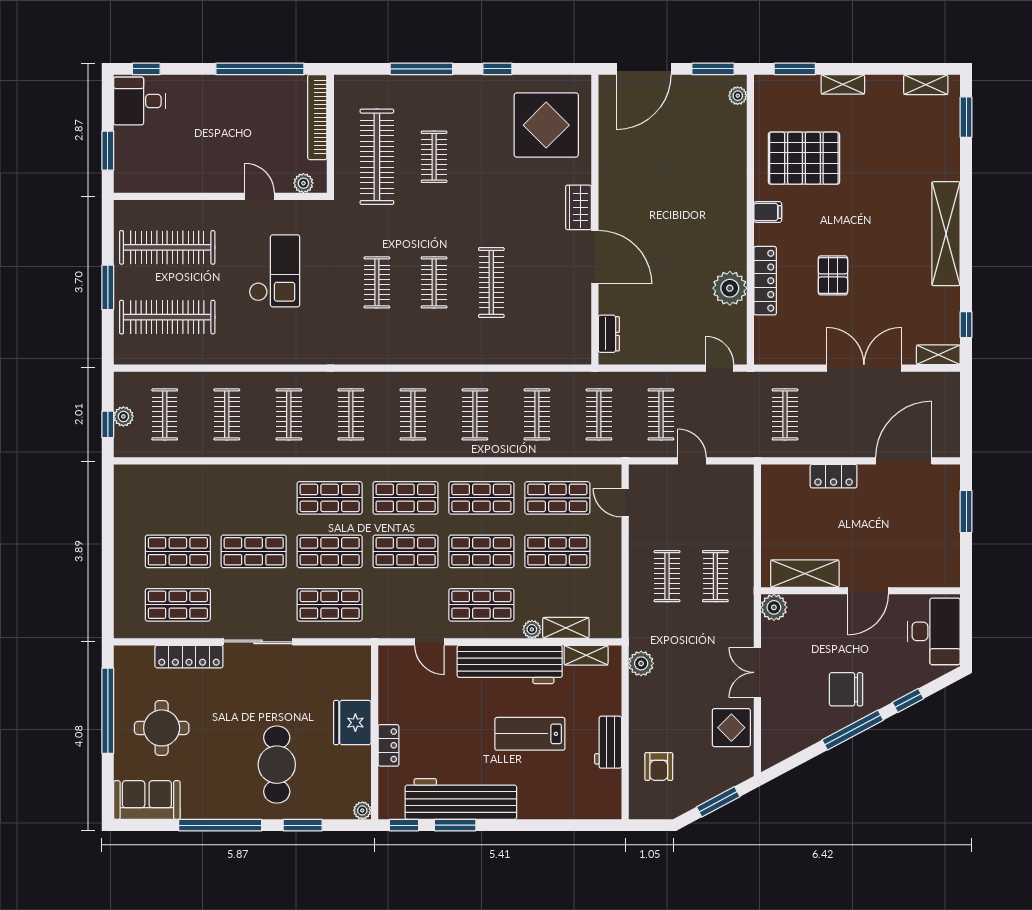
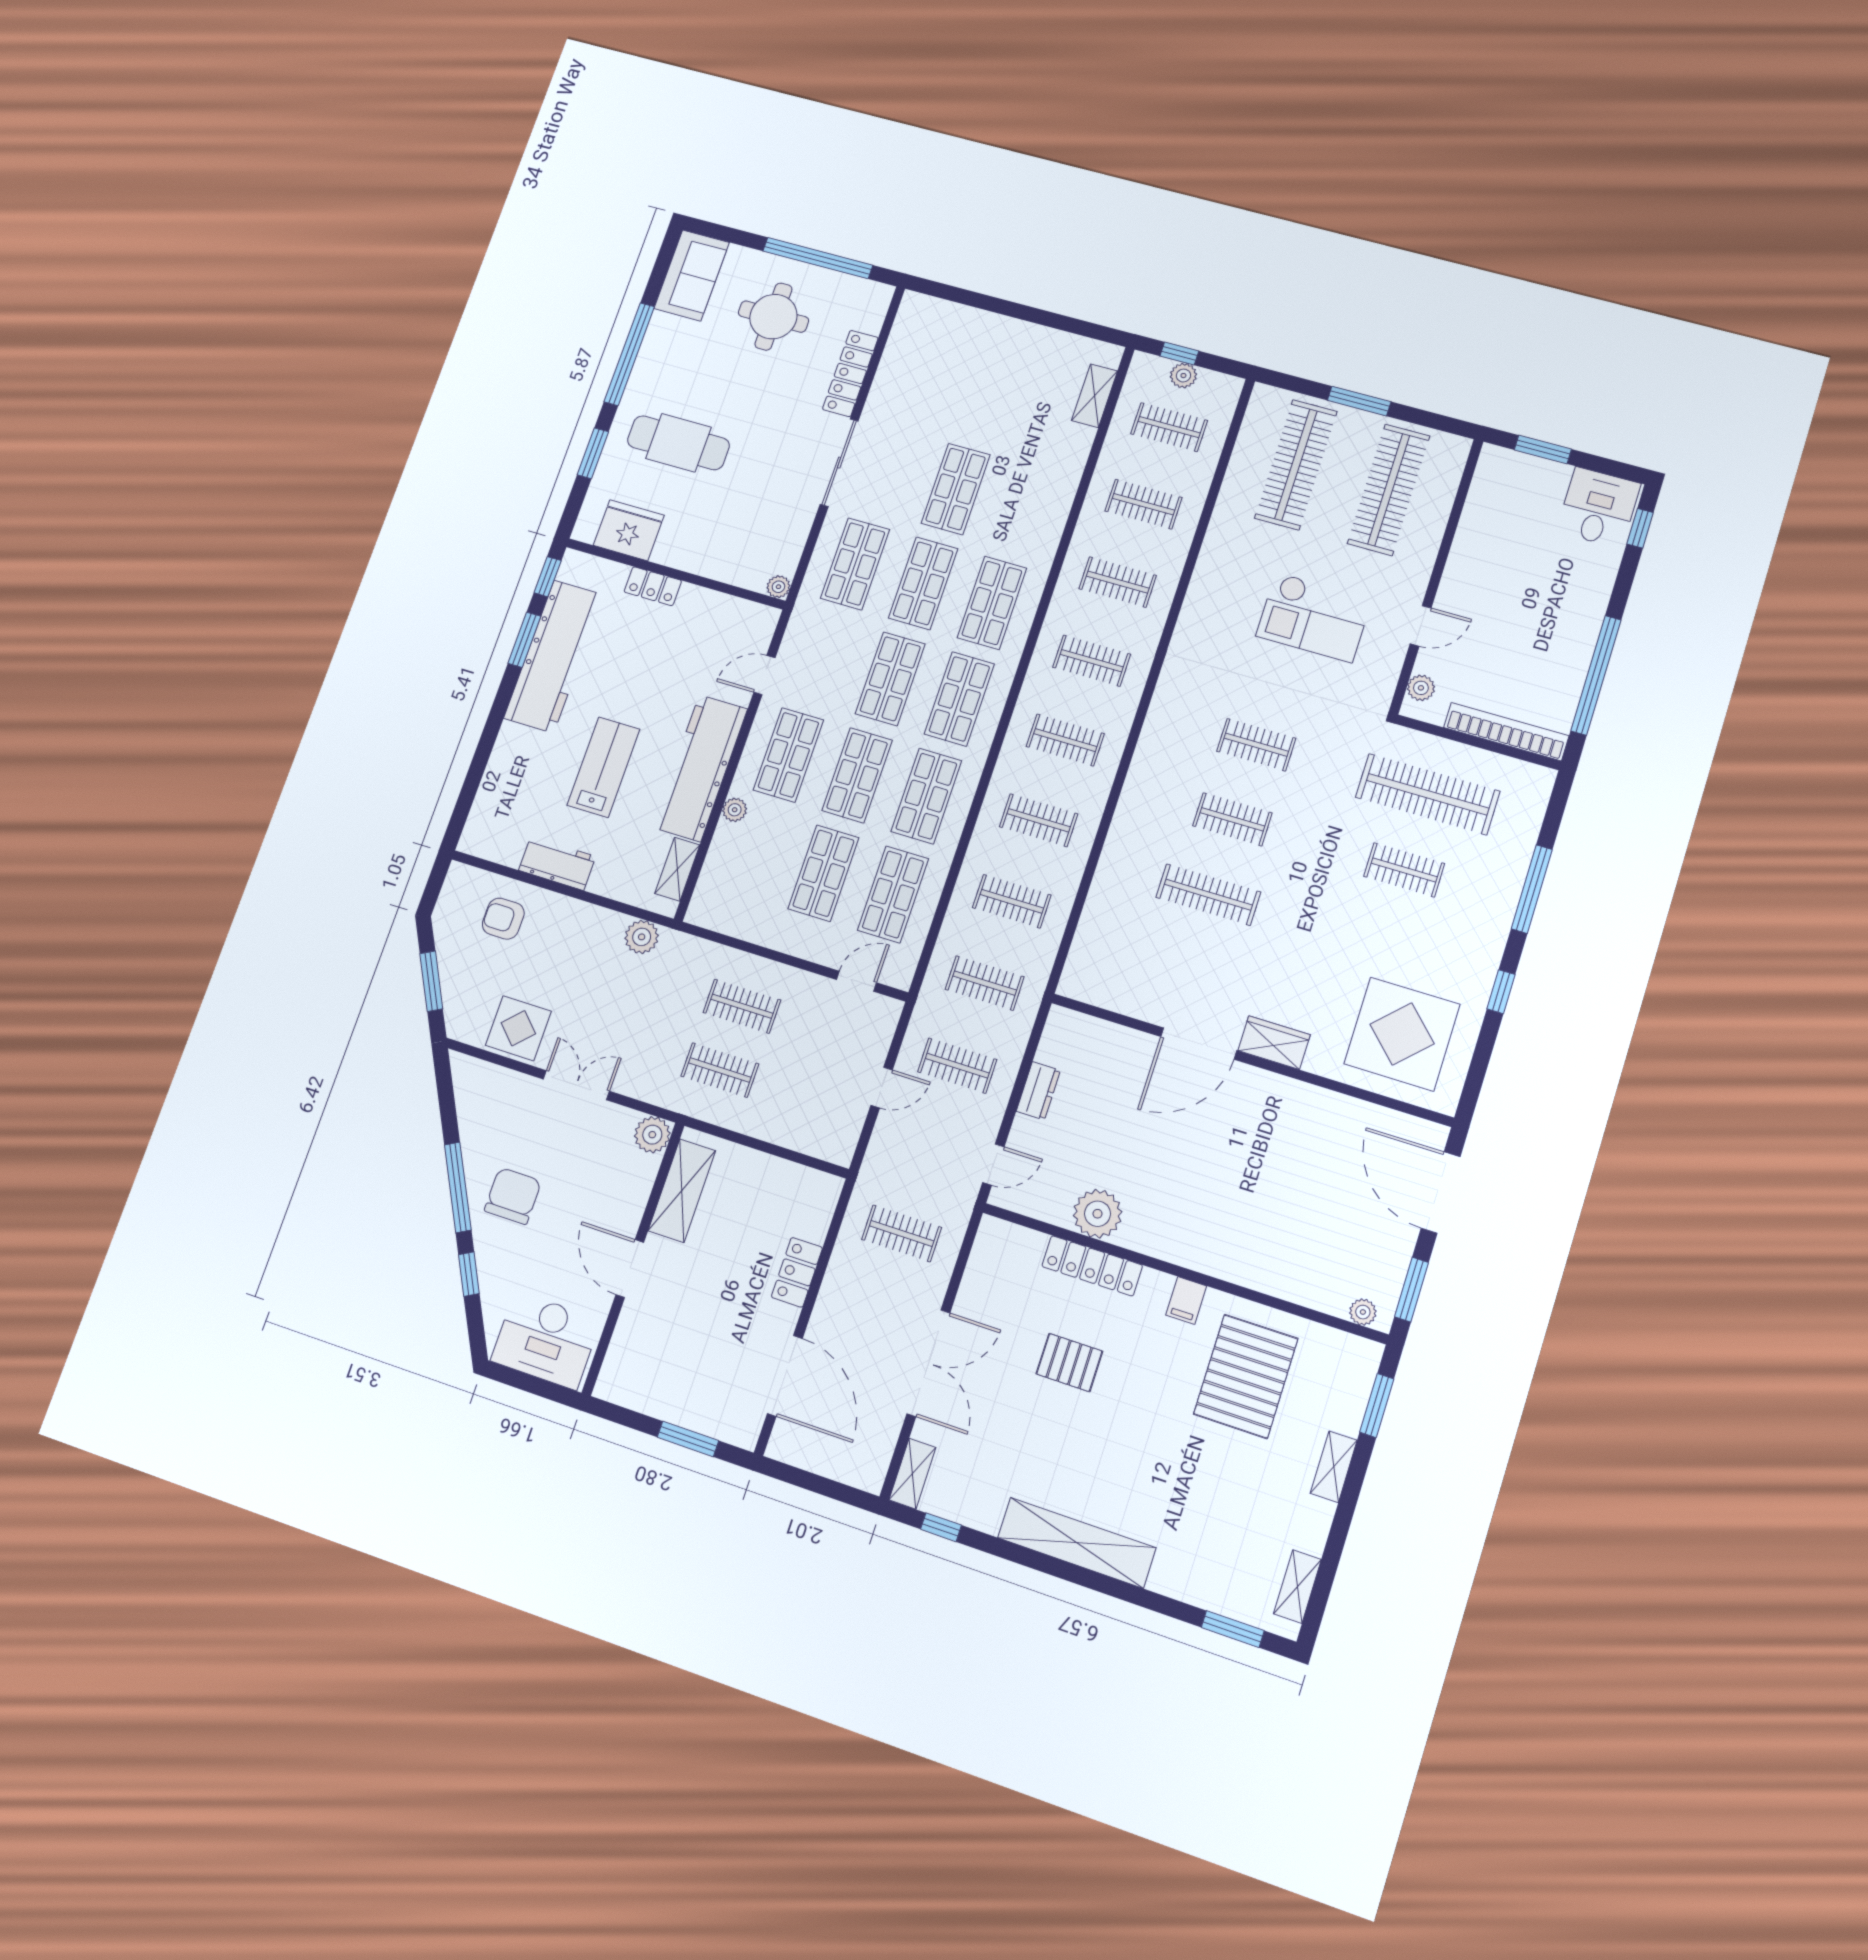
dresser: (609, 334) -> (1038, 1091), moved, turned -90
shop shelf: (178, 551) -> (988, 396), removed
shop shelf: (178, 605) -> (920, 377), removed
shelving: (566, 628) -> (1095, 396), moved
fridge: (352, 723) -> (629, 530), moved
plant: (362, 810) -> (778, 587), moved

